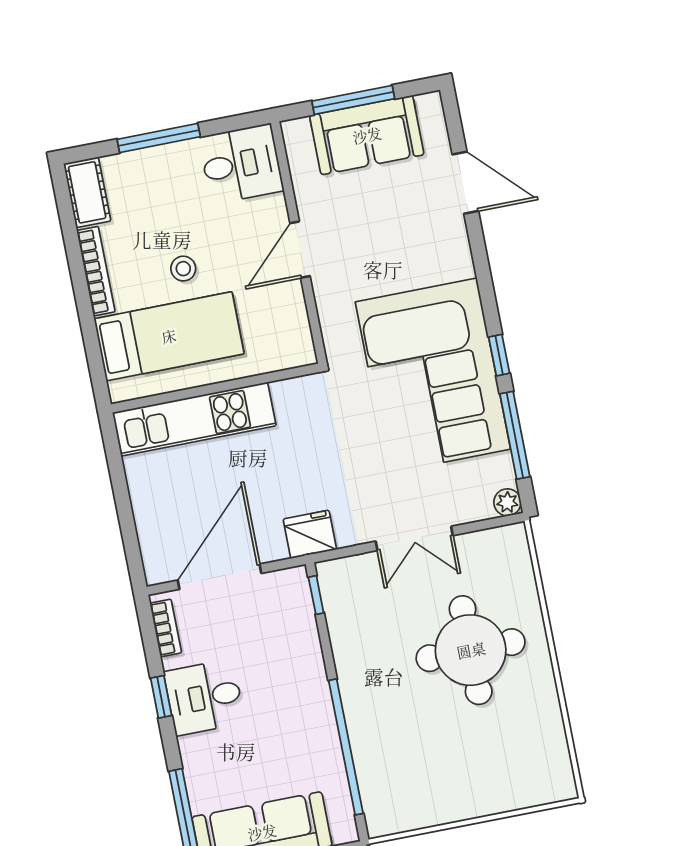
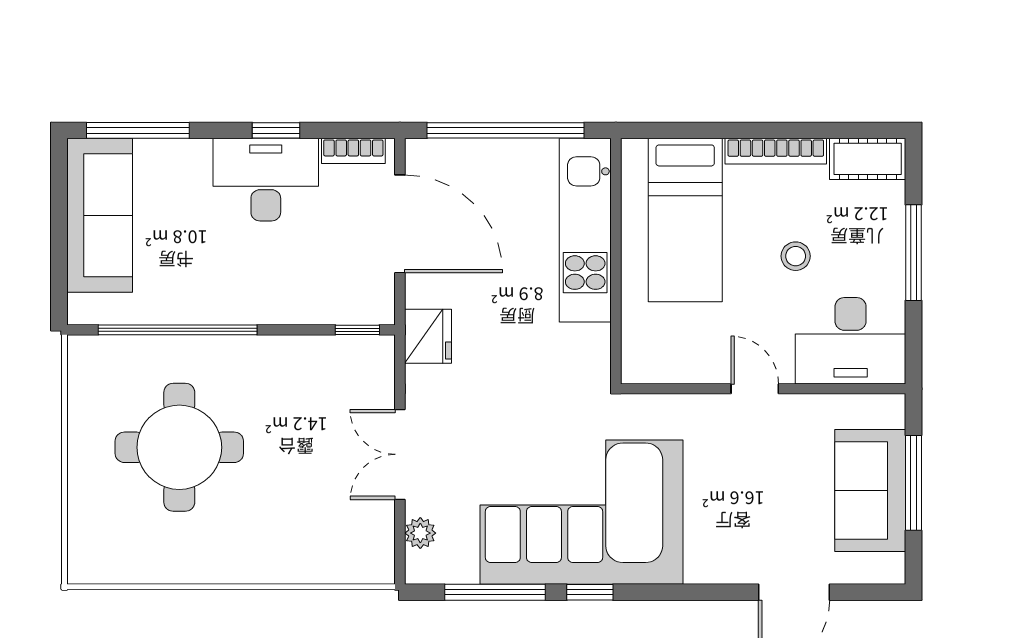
desk: (241, 164) -> (851, 341), width x1.37
door: (300, 250) -> (755, 389), width x0.73
stool: (183, 269) -> (796, 256), moved
plant: (507, 502) -> (420, 533), moved
window: (123, 503) -> (505, 130), added
round table: (471, 650) -> (179, 447), moved
desk: (204, 697) -> (266, 180), width x1.37

